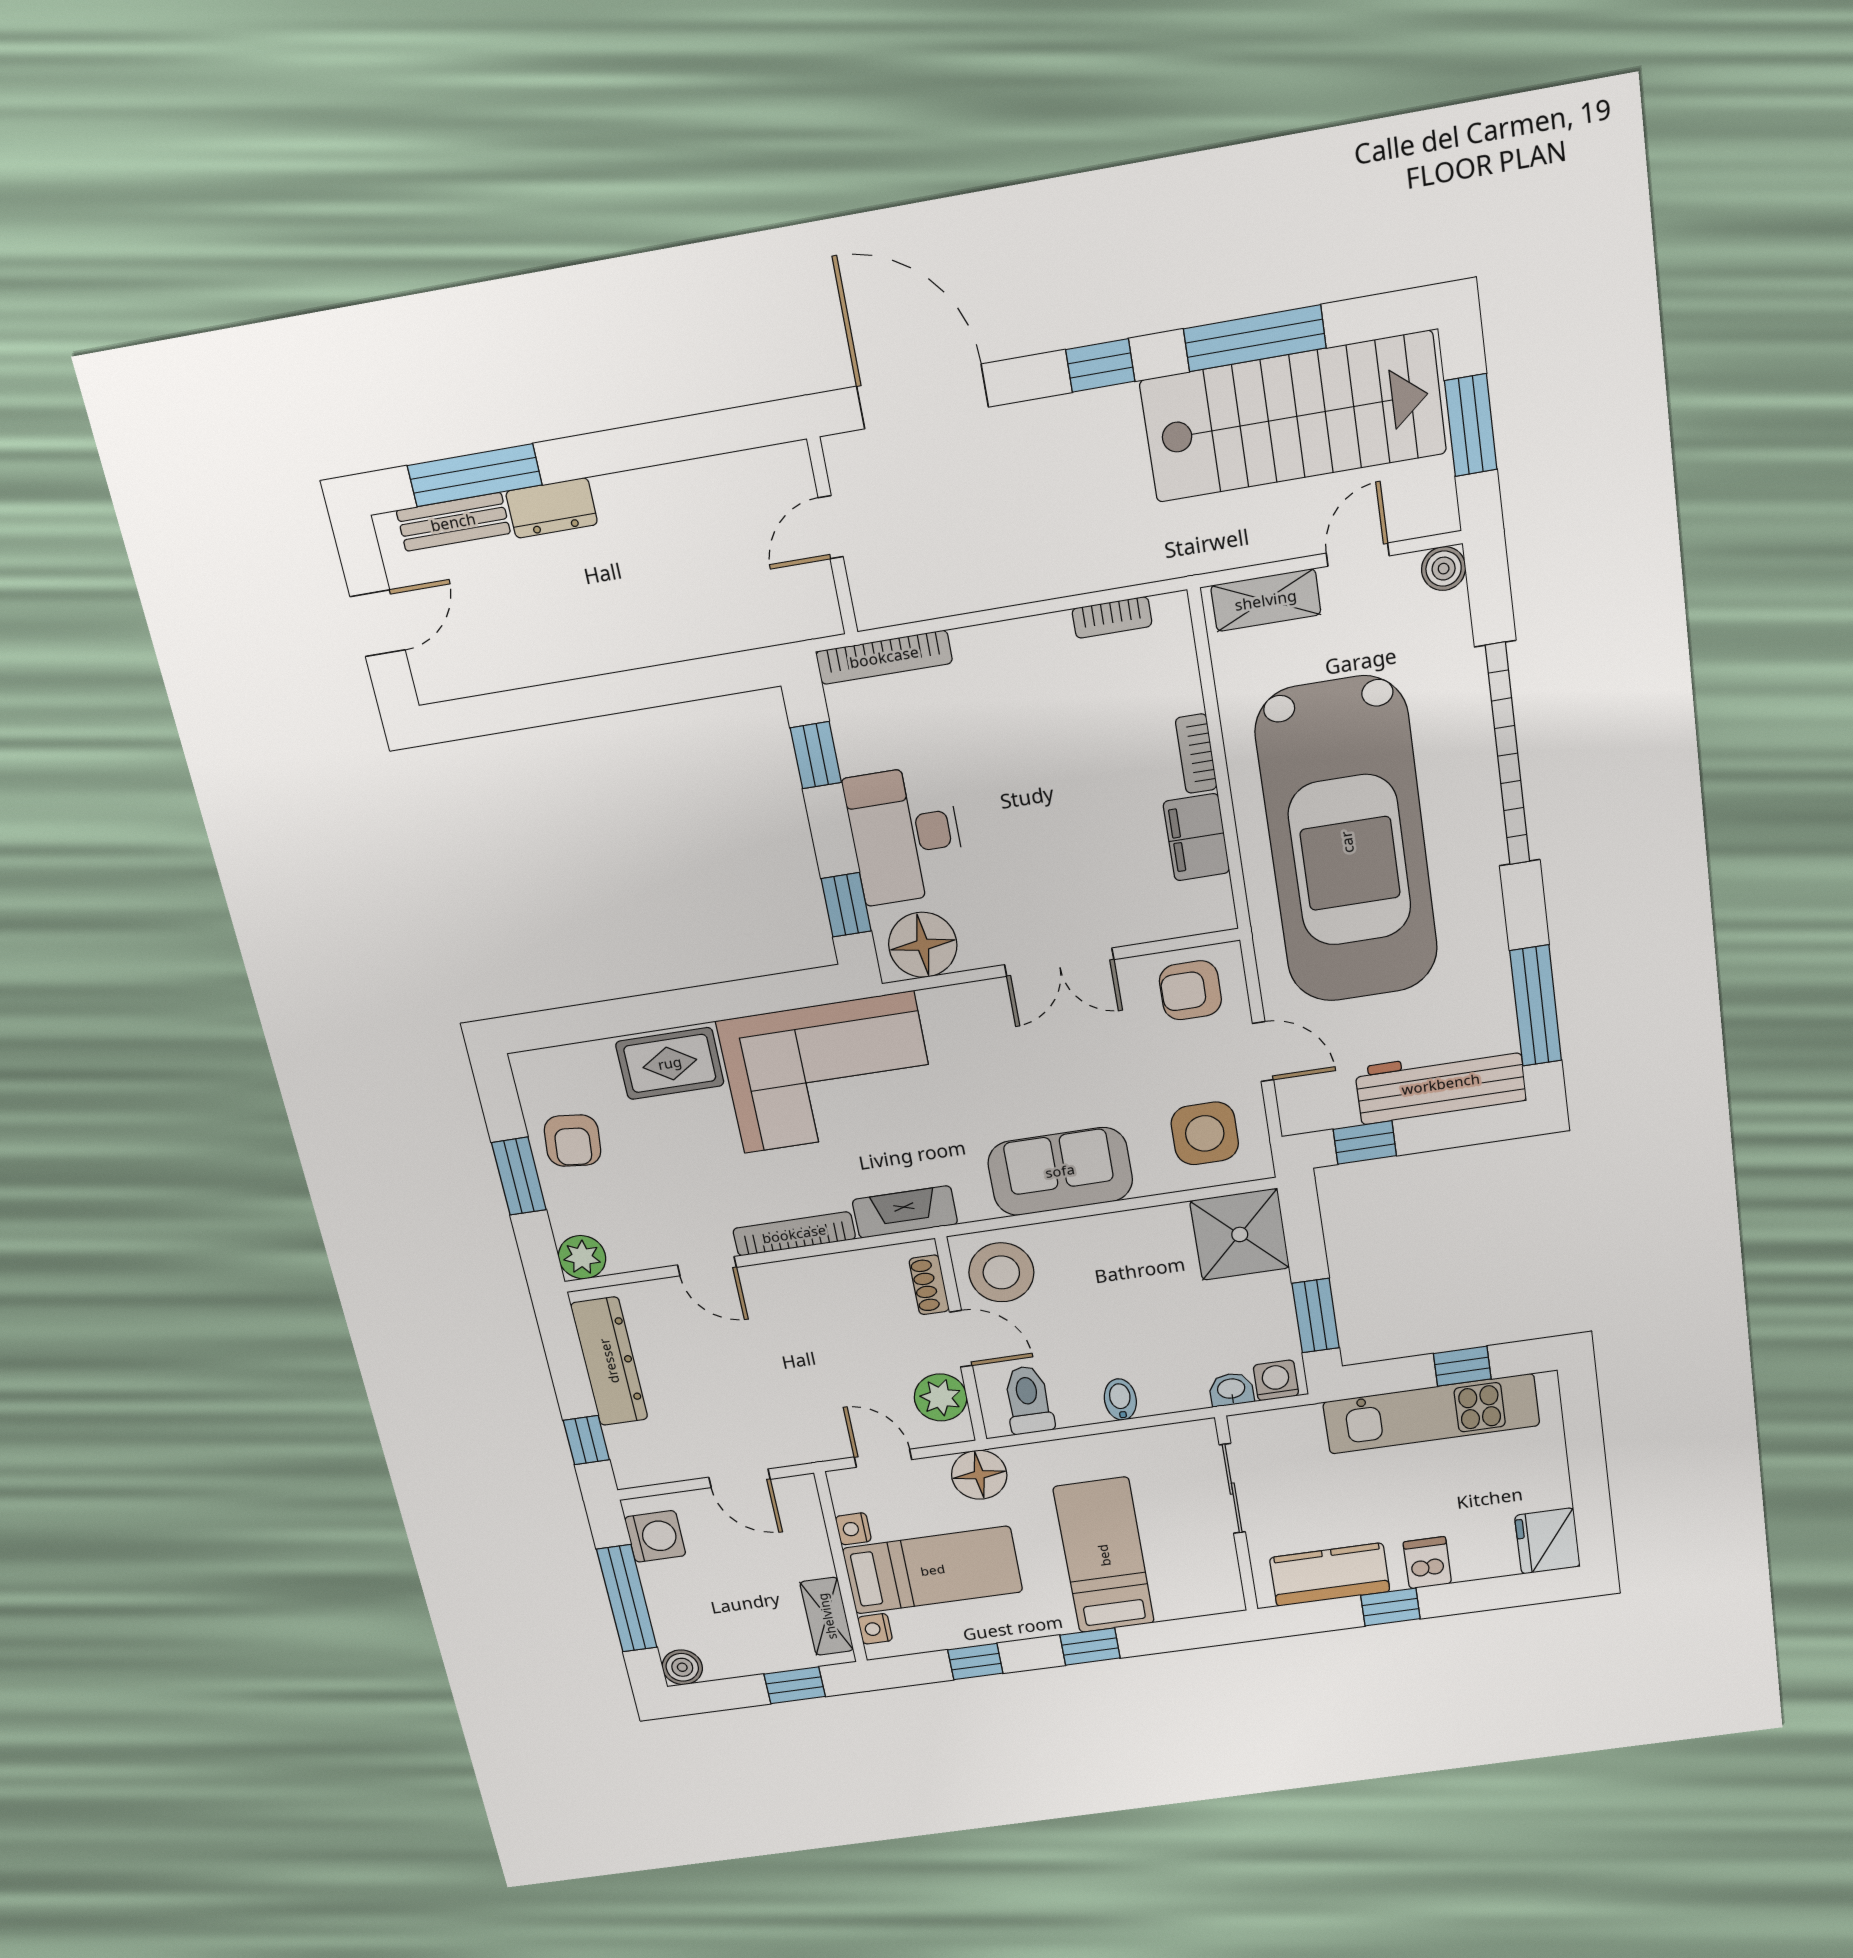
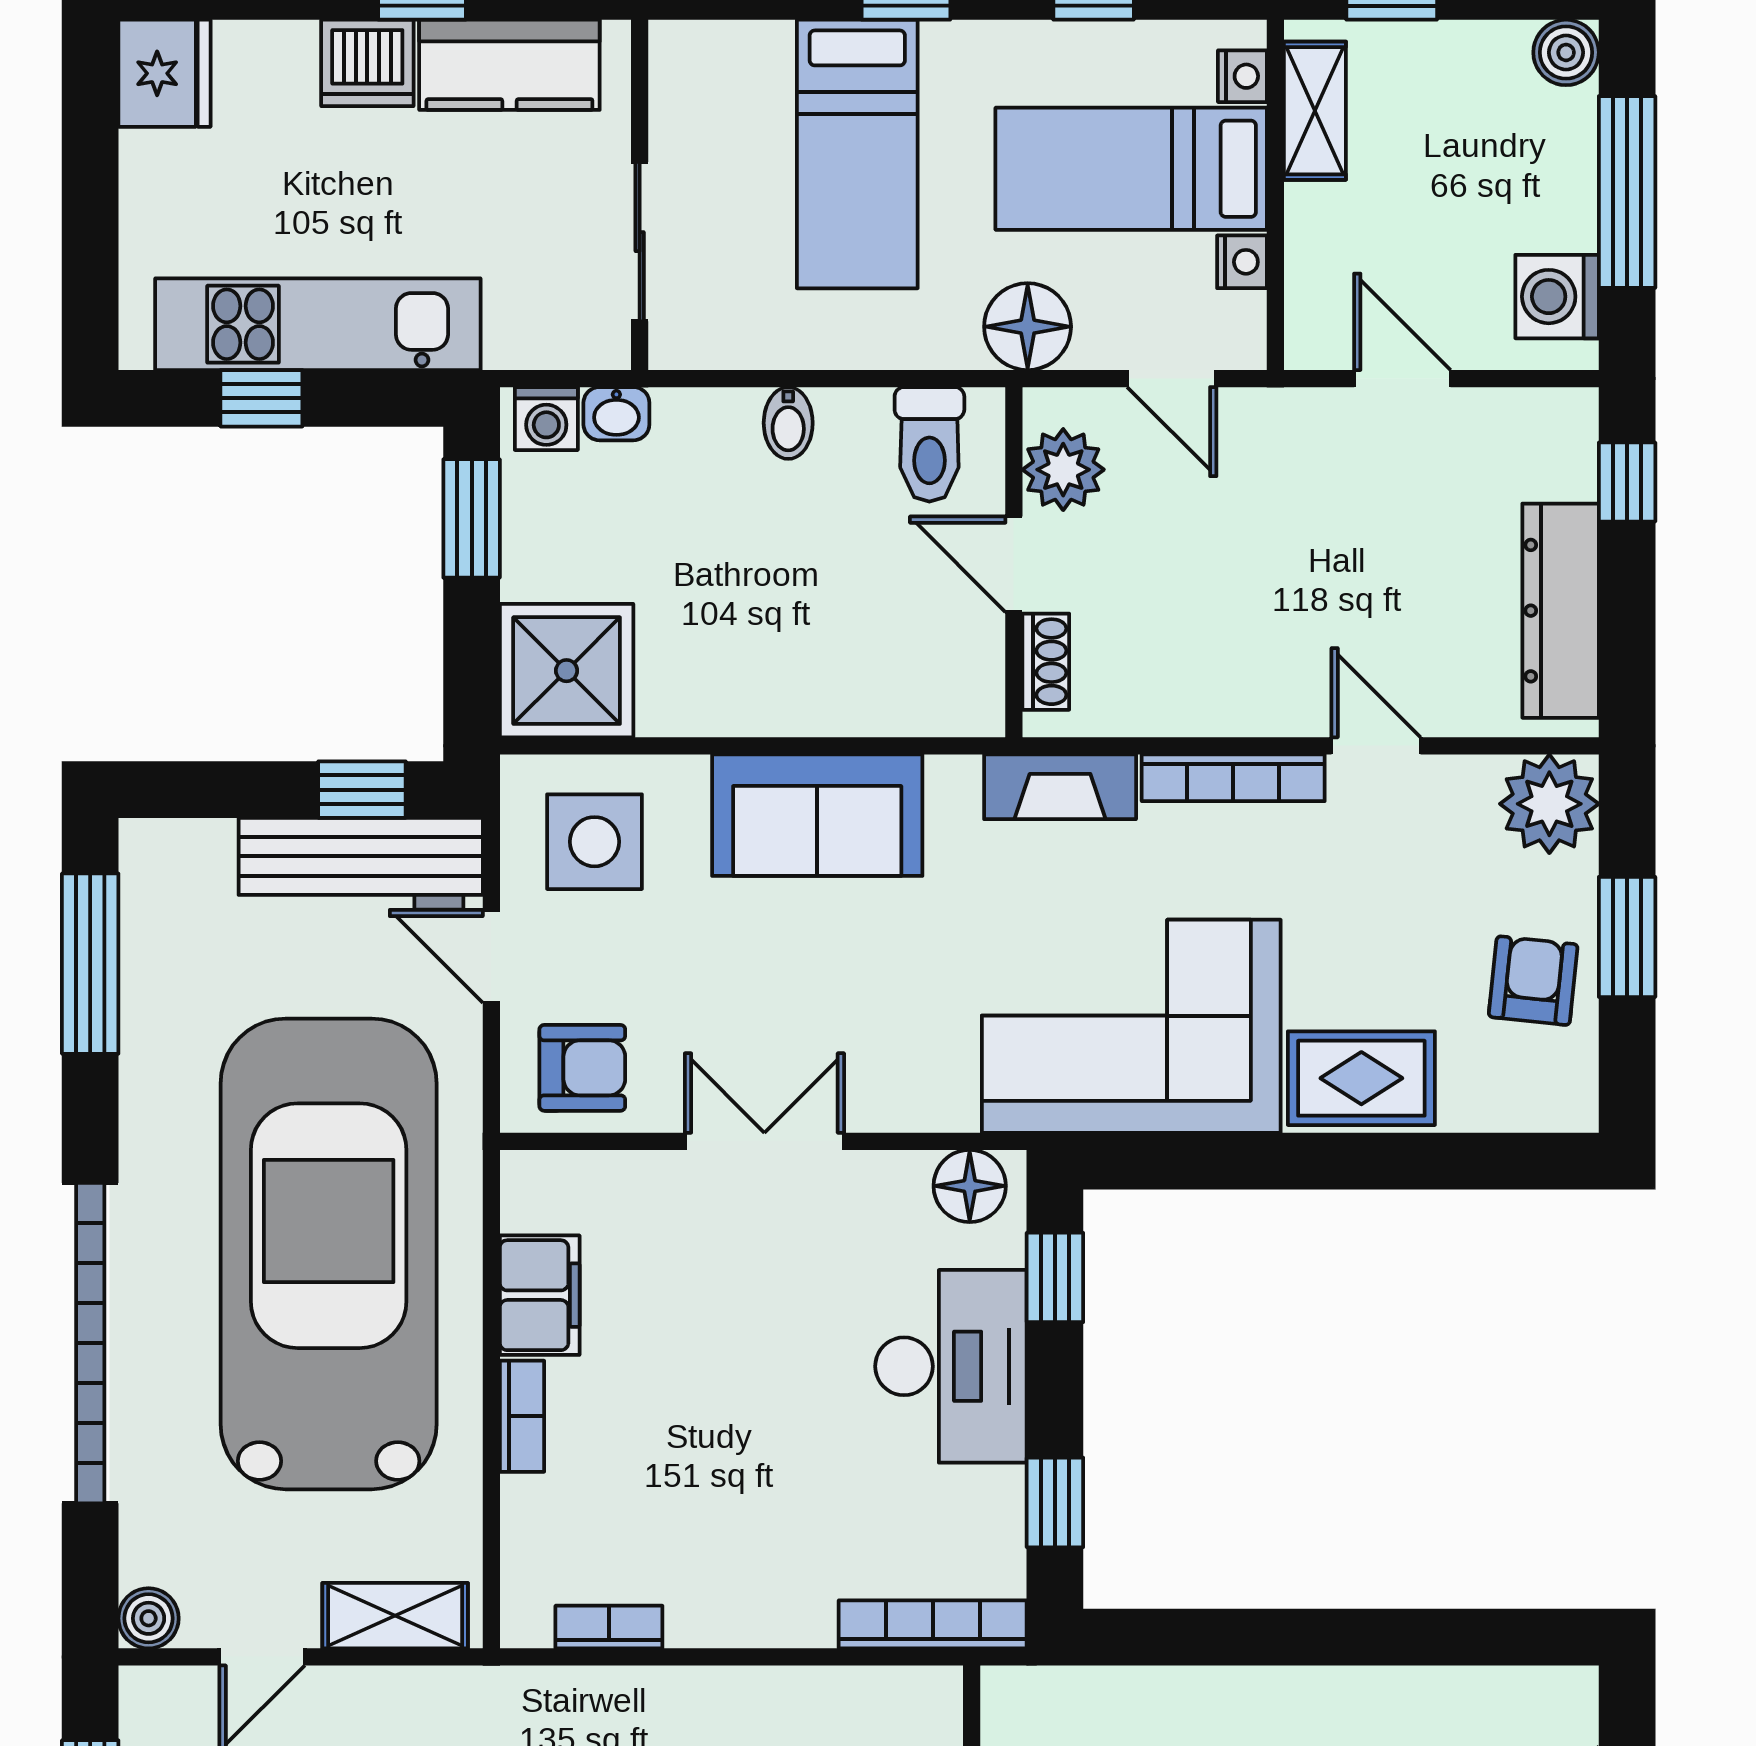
floor lamp: (923, 945) -> (970, 1186), width x0.73, depth x0.73
workbench: (1441, 1084) -> (361, 864), moved
plant: (582, 1257) -> (1549, 804), width x1.36, depth x1.36
stool: (1001, 1272) -> (933, 665), removed
dishwasher: (1427, 1563) -> (367, 63), width x1.38

